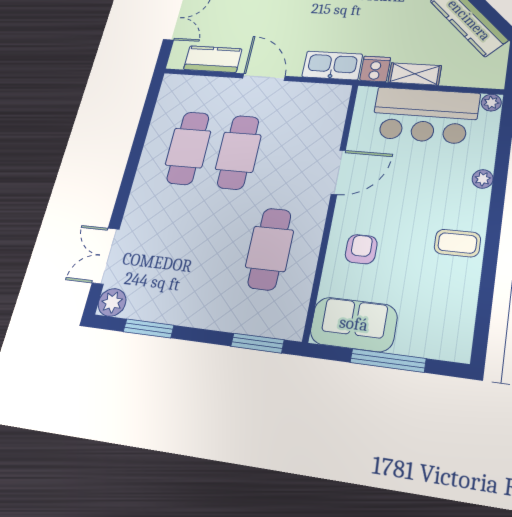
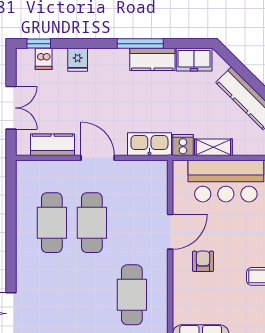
armchair: (361, 249) -> (203, 261), moved

